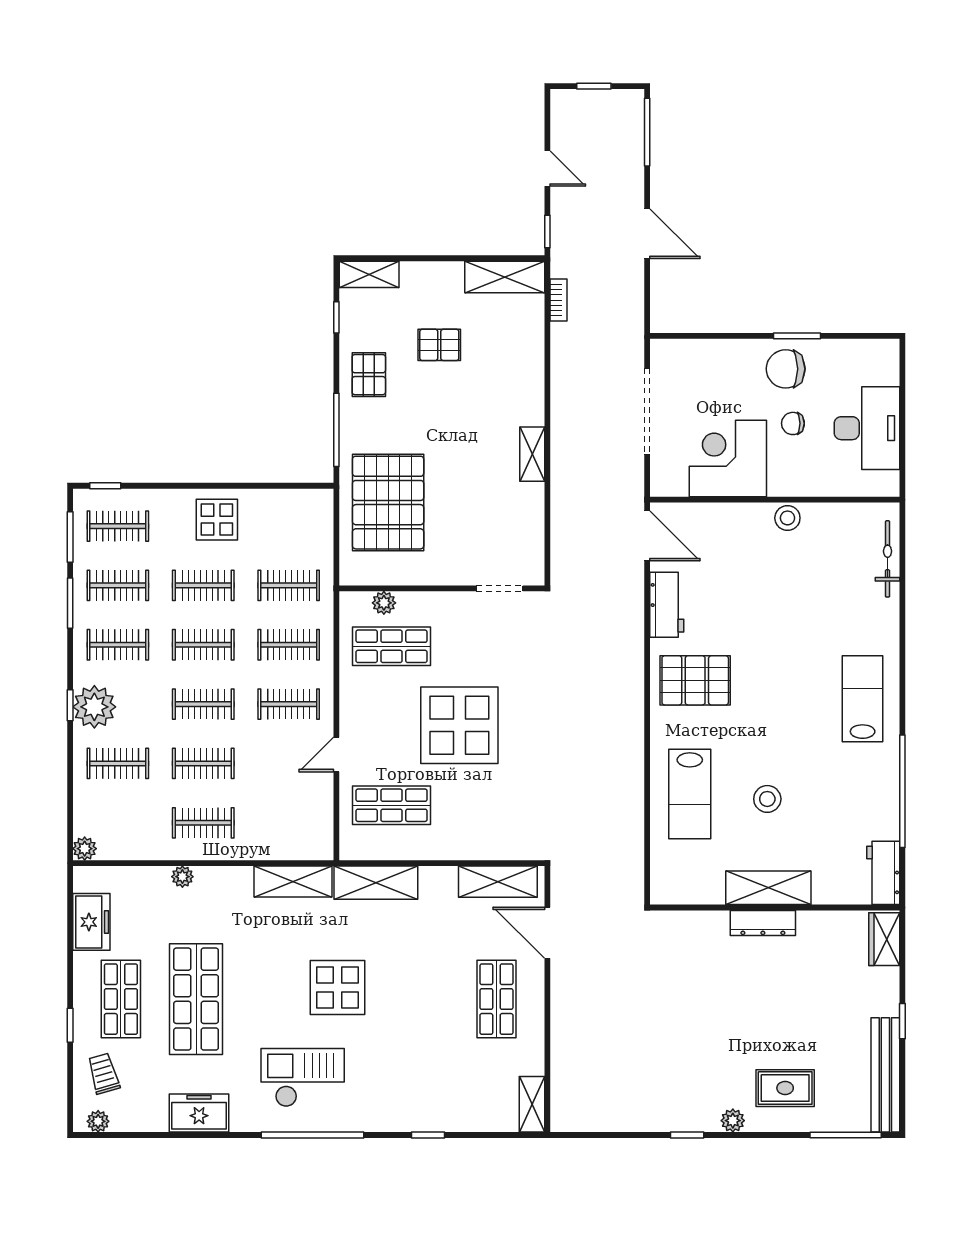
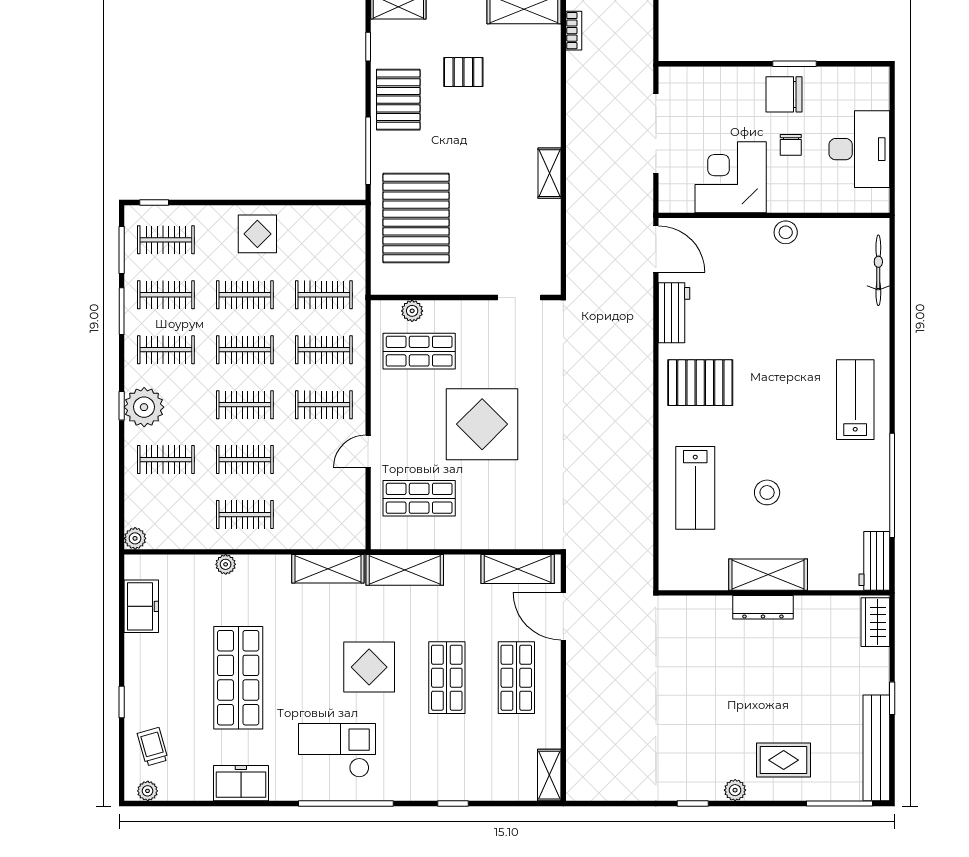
pallet: (369, 375) -> (398, 100), width x1.50, depth x1.42
chair: (793, 423) -> (791, 145), turned -90
shop shelf: (121, 999) -> (447, 678), moved

